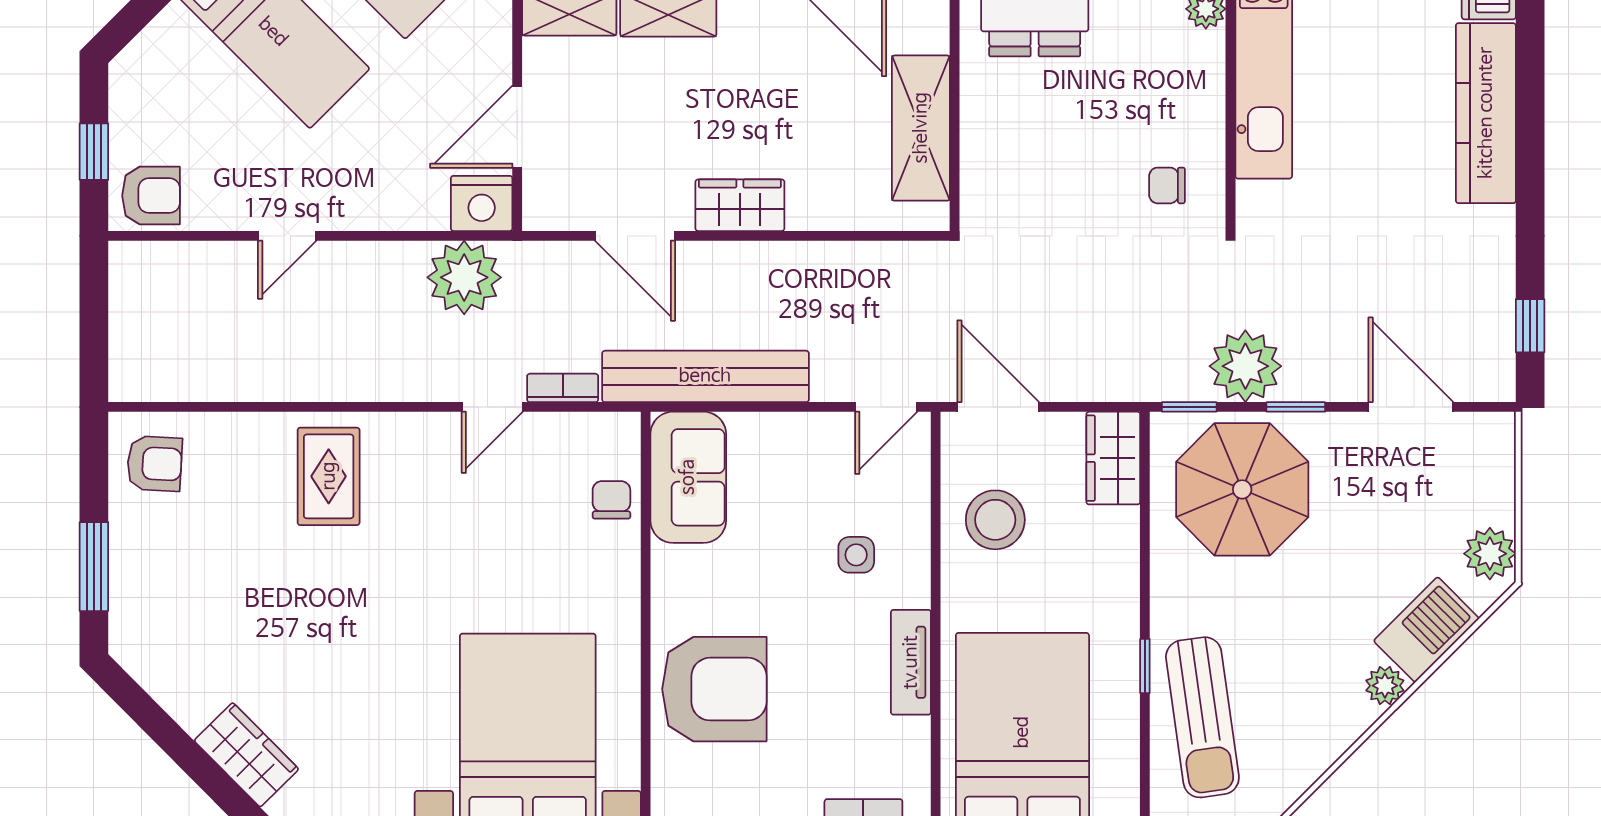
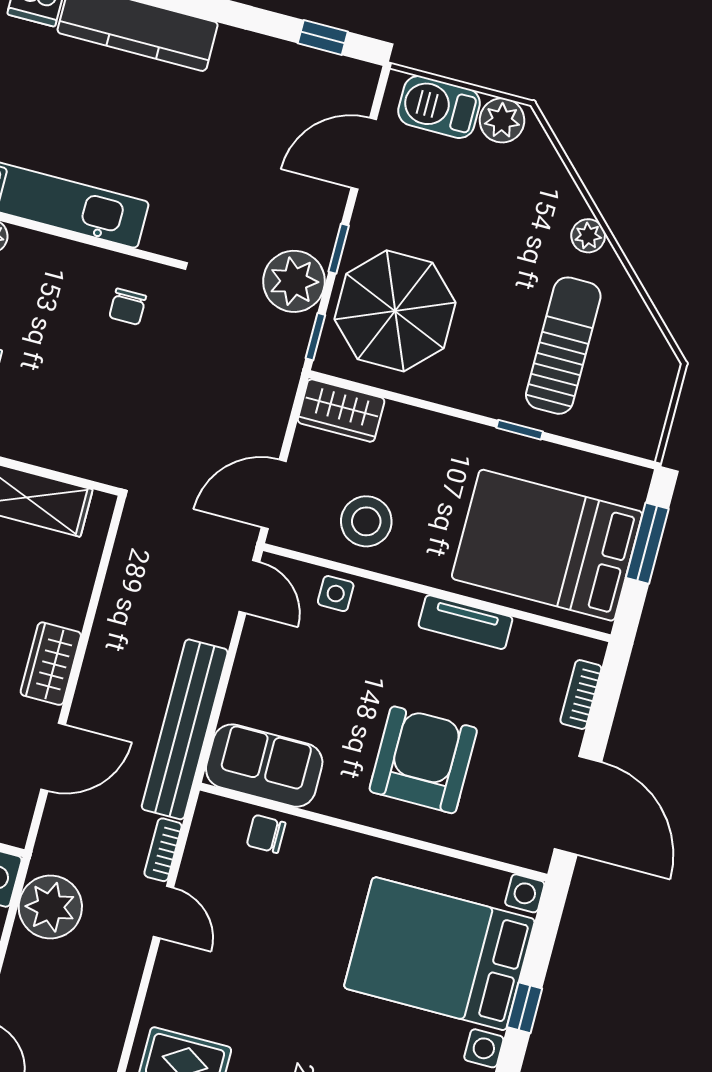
side table: (856, 555) -> (336, 594), moved
barbecue: (1426, 630) -> (439, 107), moved, turned -45
armchair: (714, 689) -> (423, 760), moved
sun lounger: (1202, 717) -> (563, 346), moved, turned -82

